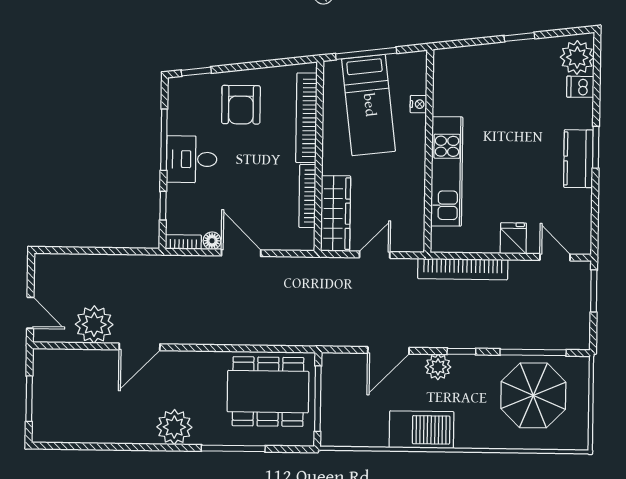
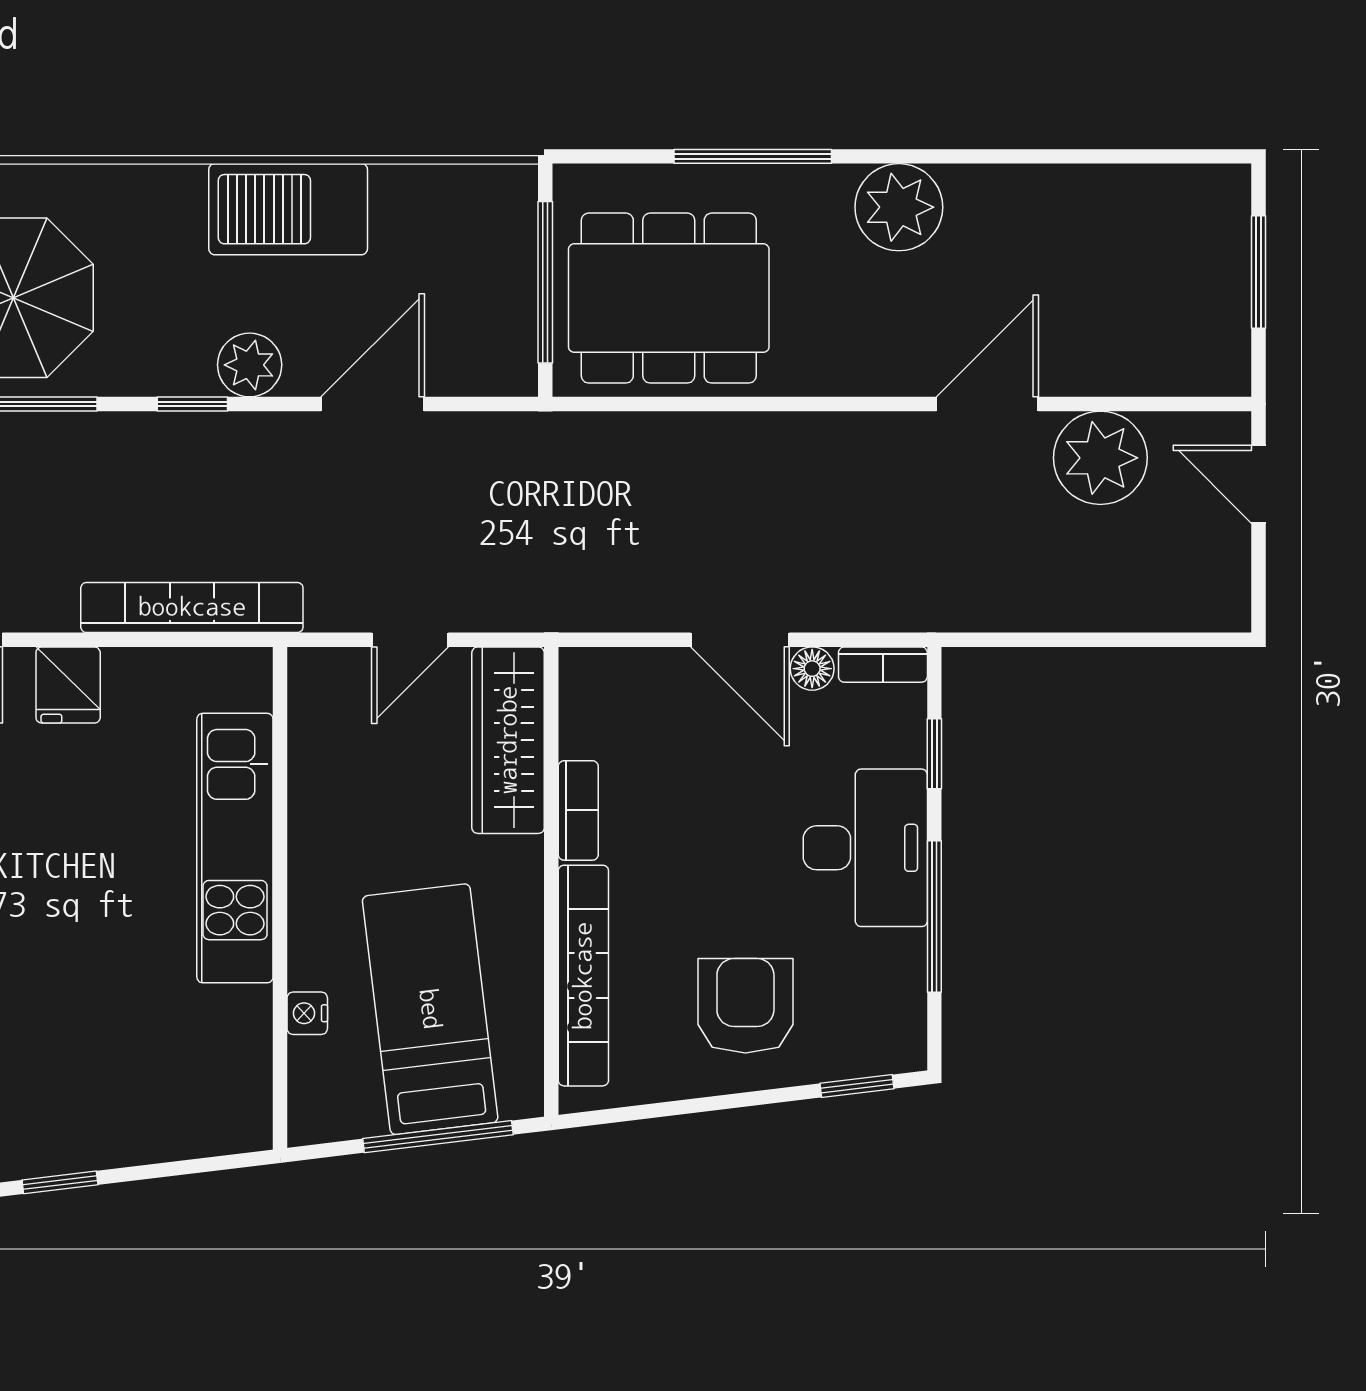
desk: (192, 159) -> (865, 848), width x1.37
bookcase: (307, 196) -> (578, 810), width x0.64

